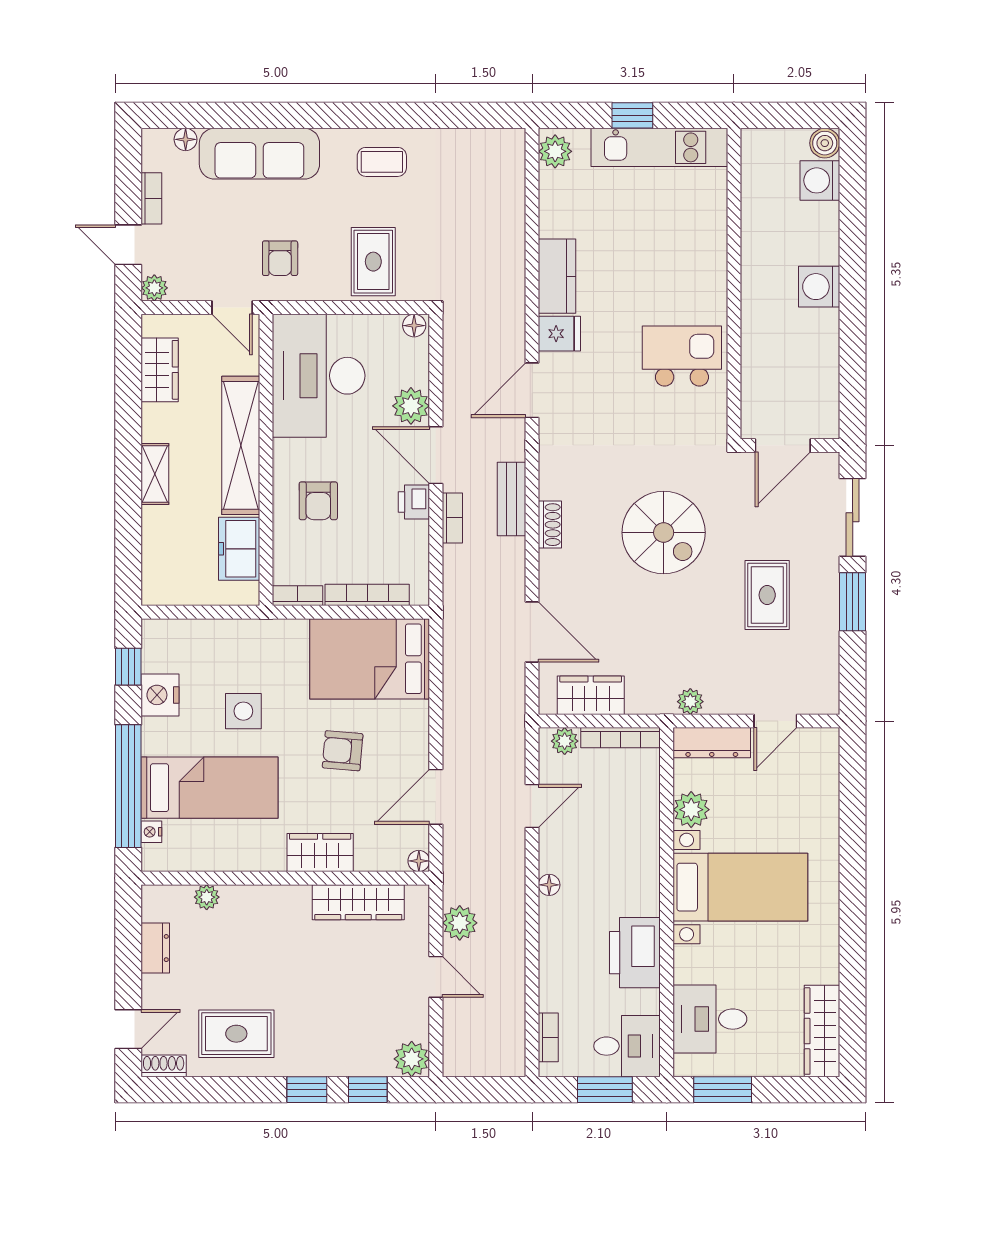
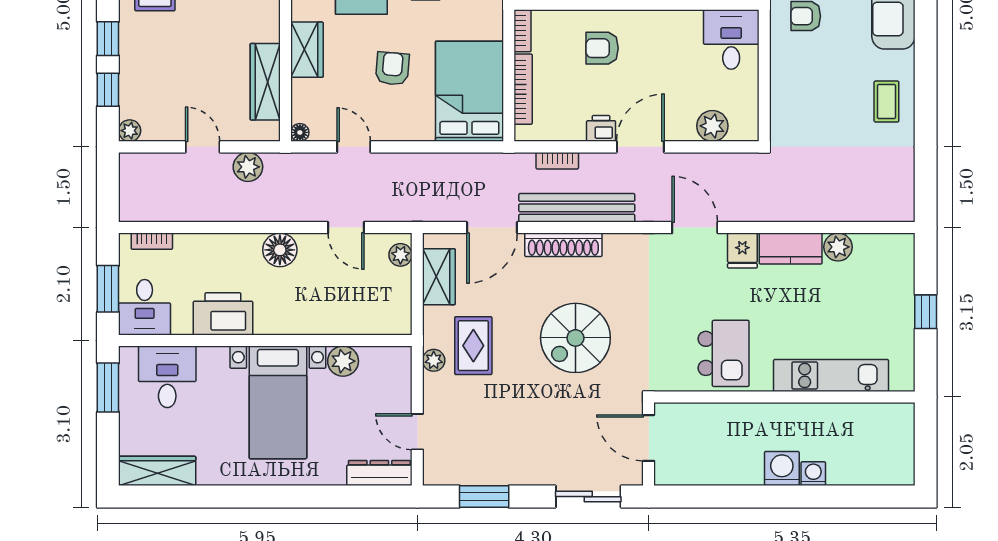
boiler: (825, 143) -> (902, 473), removed
kitchen unit: (659, 147) -> (831, 375), moved, turned 90
plant: (555, 151) -> (838, 247), moved
washing machine: (820, 180) -> (813, 474), moved, width x0.73, depth x0.73
rug: (373, 262) -> (803, 94), removed
floor lamp: (414, 326) -> (749, 129), removed
desk: (319, 376) -> (731, 40), width x0.53, depth x0.77
plant: (411, 406) -> (712, 126), moved
bench: (512, 499) -> (577, 208), width x1.86, depth x1.21
bookcase: (452, 518) -> (557, 161), moved
shoe rack: (550, 525) -> (563, 245), width x1.94, depth x1.24
rug: (767, 595) -> (473, 346), moved, turned 90
window: (853, 602) -> (484, 497), moved
bookcase: (621, 738) -> (403, 302), removed
dresser: (712, 743) -> (379, 473), moved, turned 90
door: (436, 797) -> (354, 147), width x0.73
floor lamp: (549, 885) -> (280, 250), width x1.89, depth x1.89
door: (436, 977) -> (203, 147), swing flipped
plant: (412, 1059) -> (130, 131), width x0.73, depth x0.73

